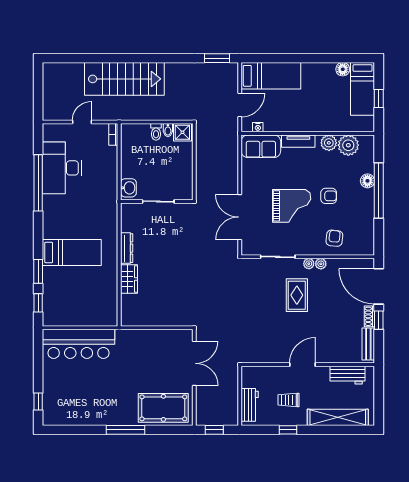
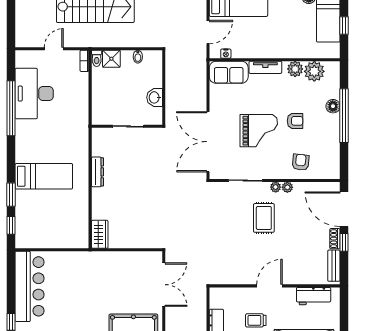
toilet: (156, 132) -> (97, 58), moved
shower: (182, 132) -> (111, 59), moved
washbasin: (128, 188) -> (155, 97), moved, turned 180
double door: (240, 217) -> (208, 142), width x1.36
wardrobe: (129, 279) -> (100, 234), moved
bar counter: (79, 344) -> (30, 286), moved, turned -90

